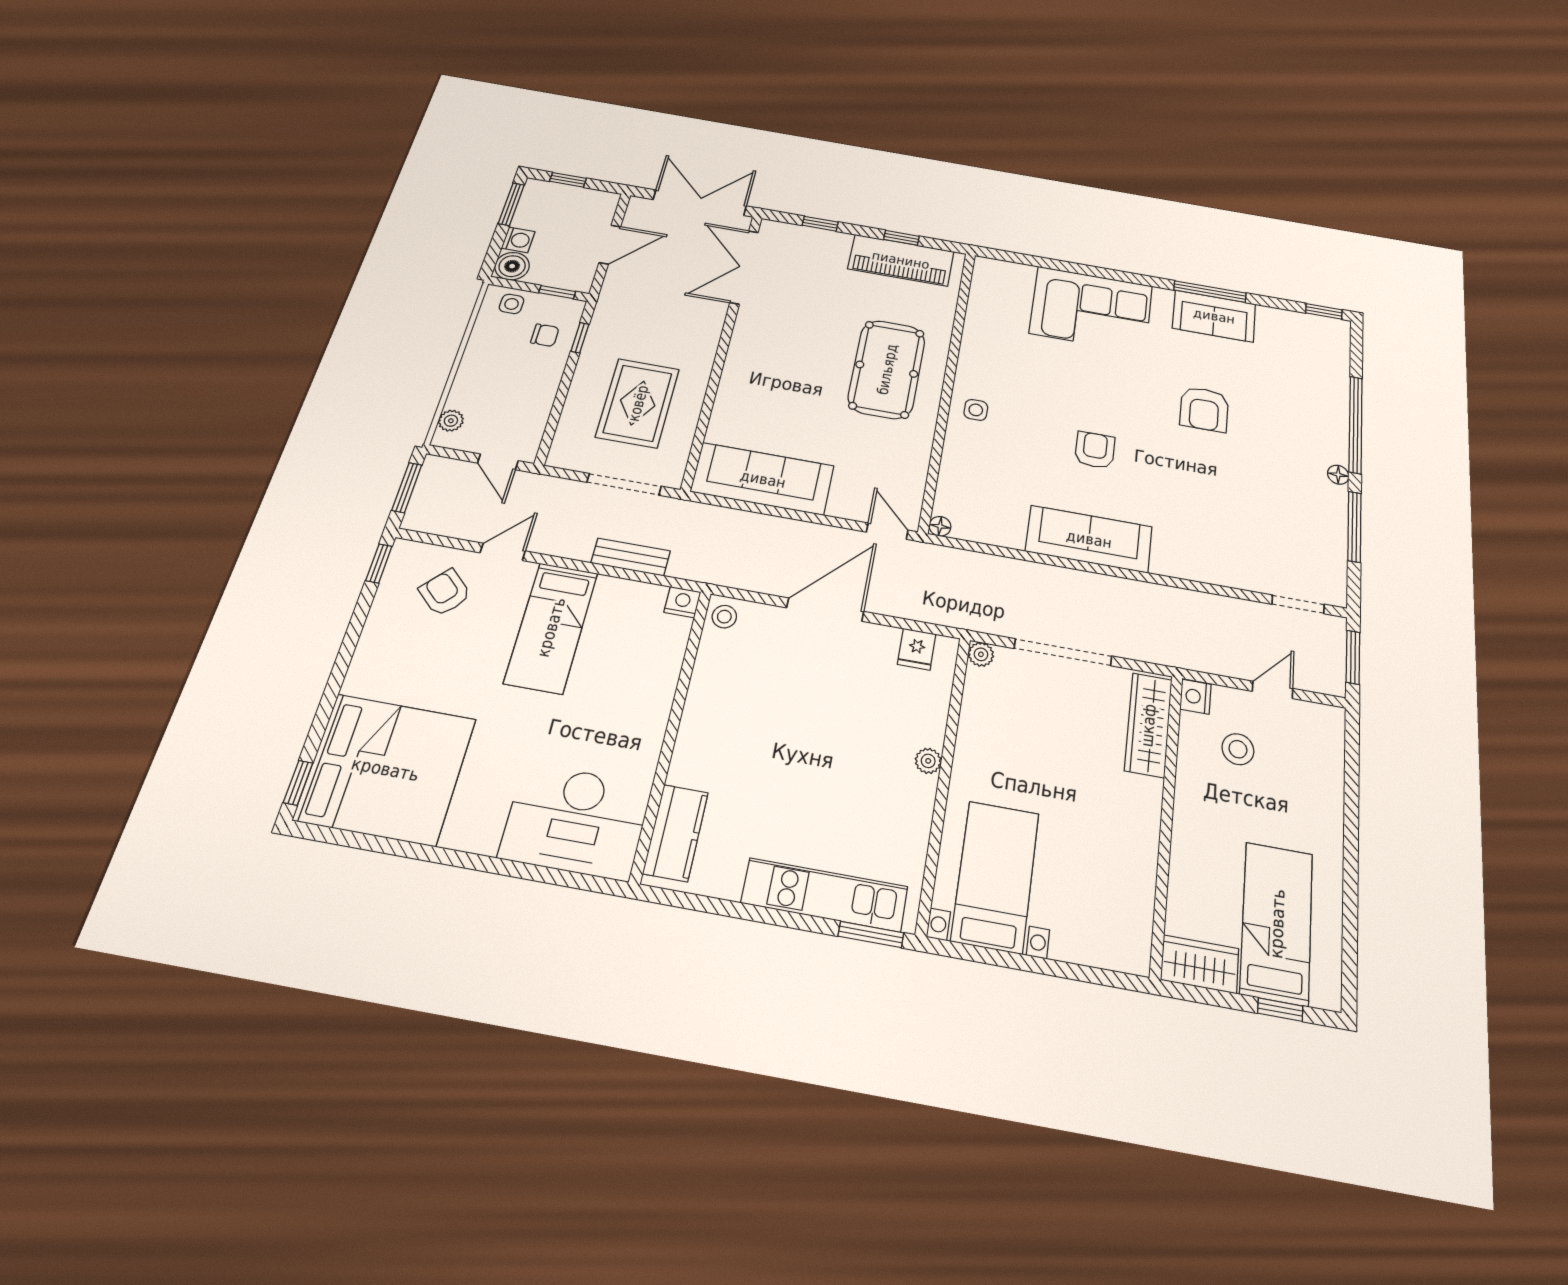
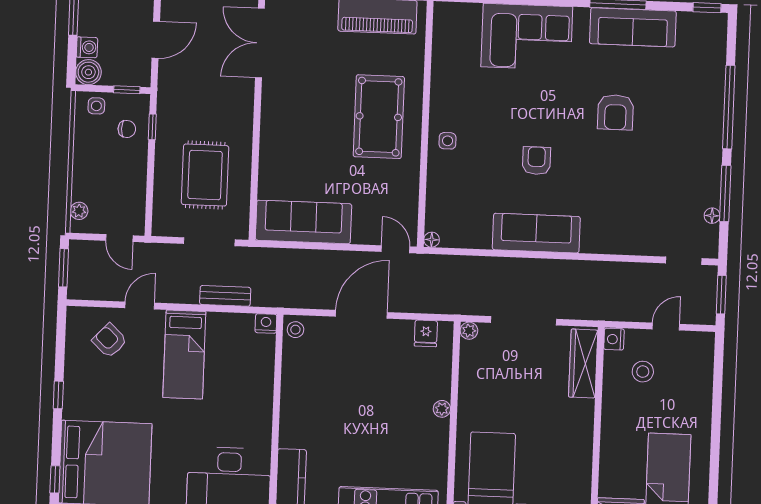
sofa: (1214, 316) -> (633, 27), width x1.36
floor lamp: (1338, 475) -> (712, 216), moved
window: (379, 563) -> (58, 395), moved

